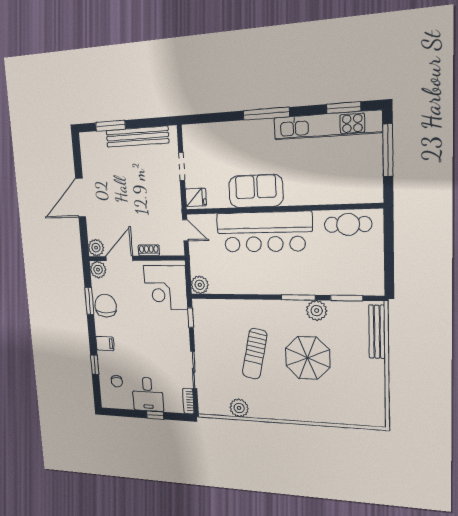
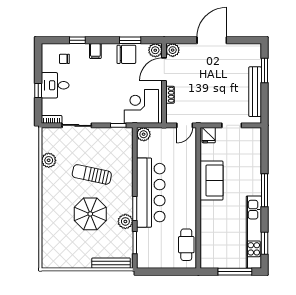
door: (81, 198) -> (212, 40), hinge flipped
bar counter: (264, 232) -> (151, 193), moved, turned 180
door: (119, 258) -> (164, 69), swing flipped

